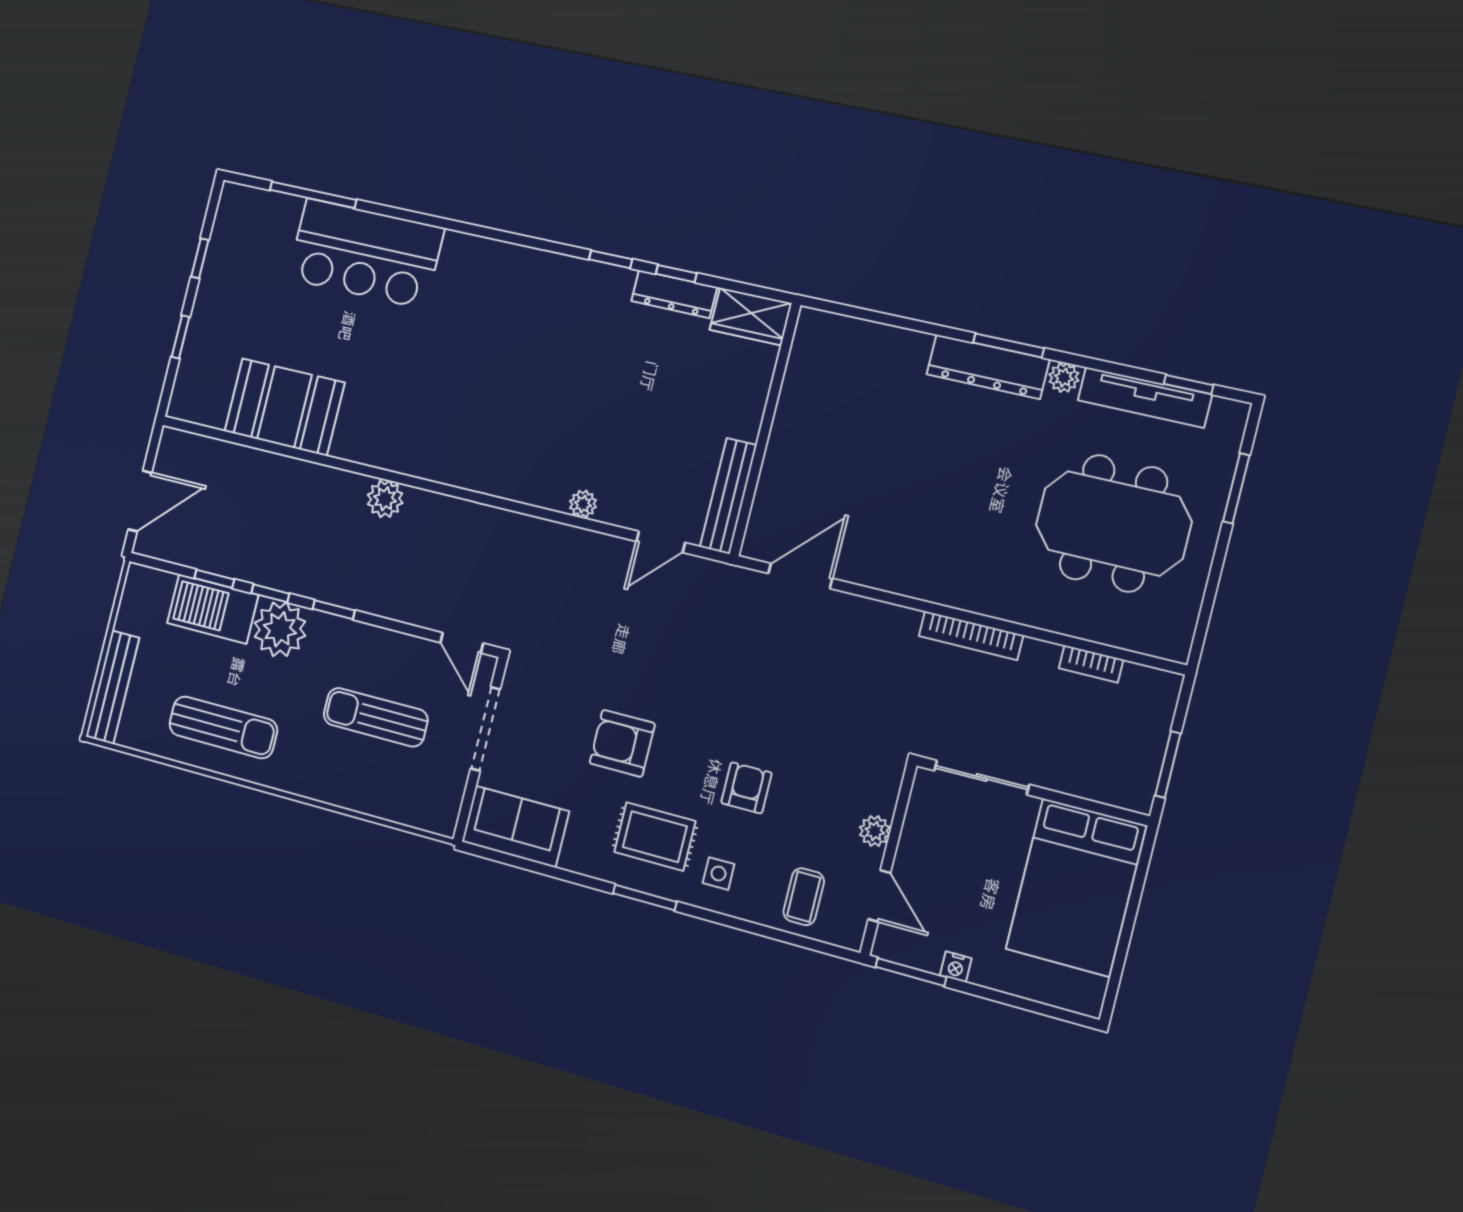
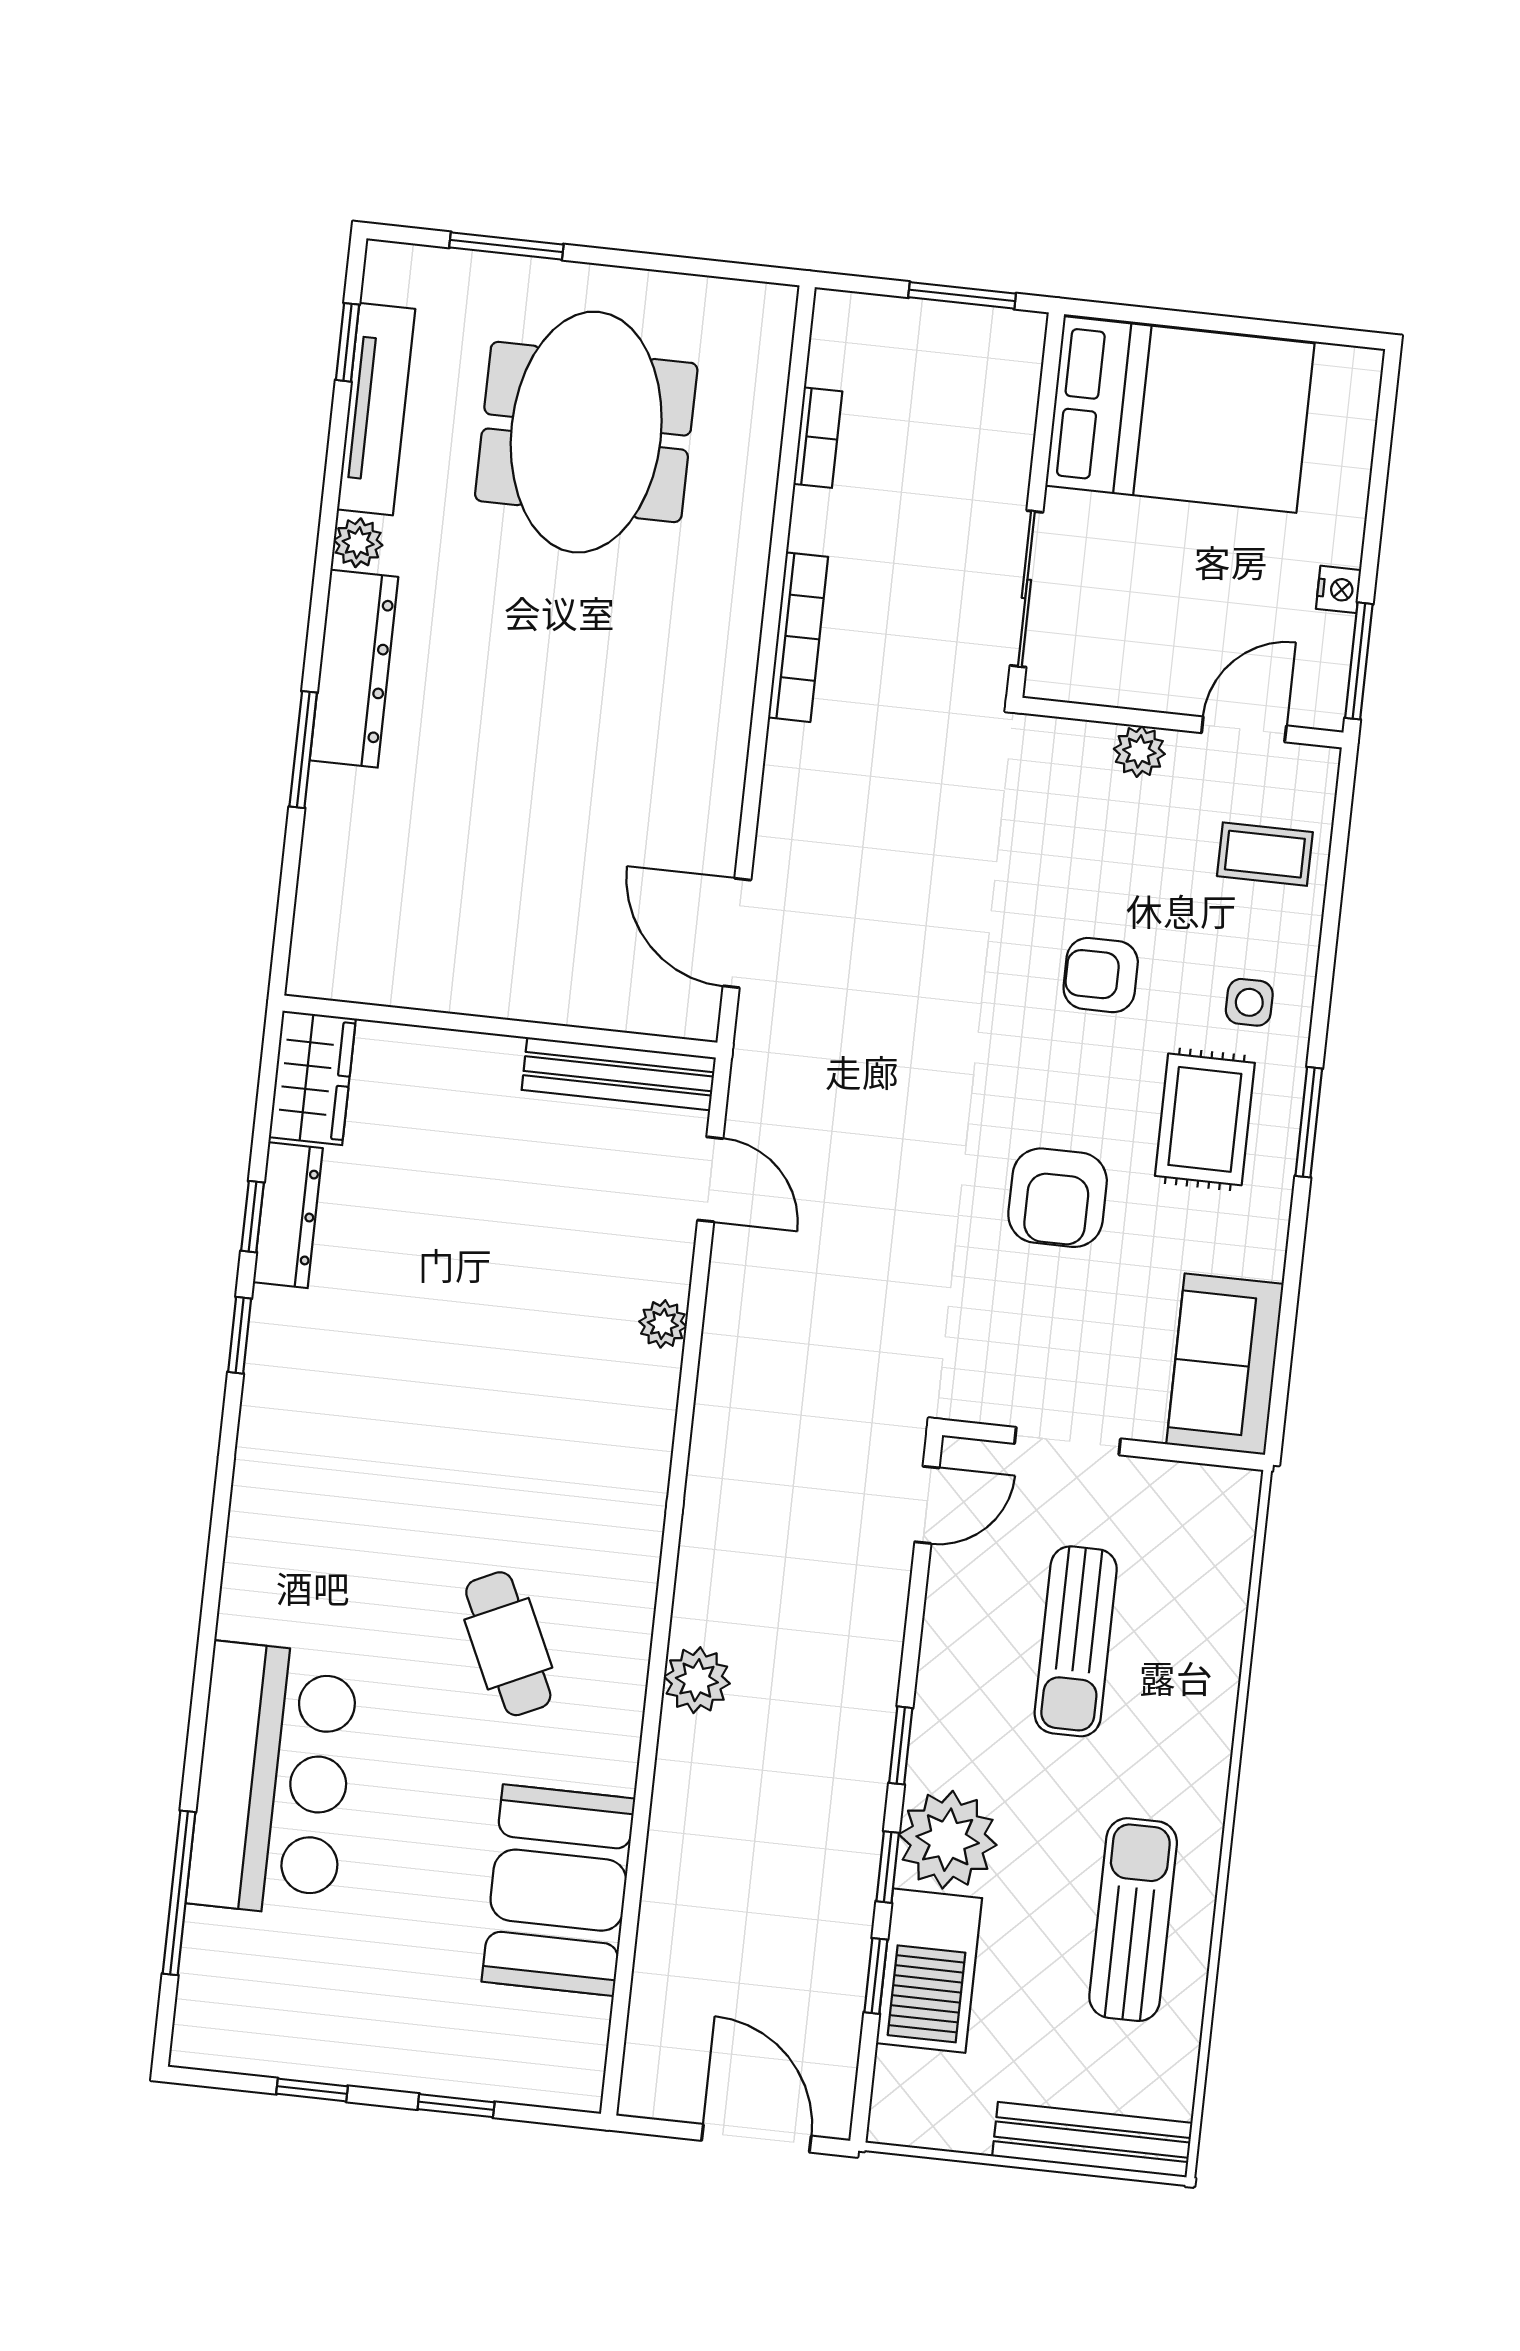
window: (1009, 345) -> (303, 750), moved
cafe table: (420, 394) -> (508, 1644), added
doorway: (485, 729) -> (1068, 1441), width x0.73

